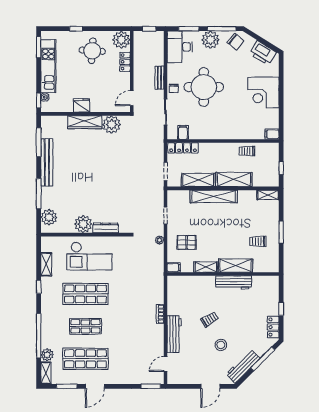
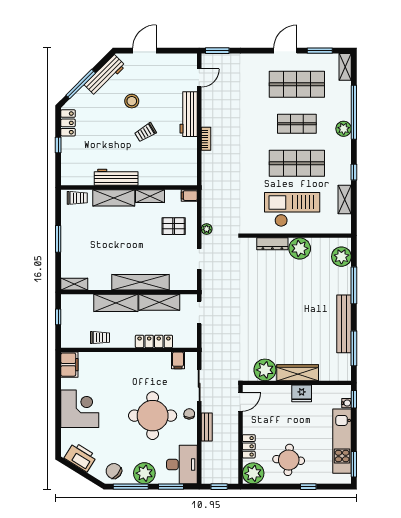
filing cabinet: (272, 134) -> (69, 365), width x2.00
locker: (183, 148) -> (154, 341), moved
trolley: (258, 241) -> (77, 198), moved
plant: (47, 355) -> (344, 129), moved

